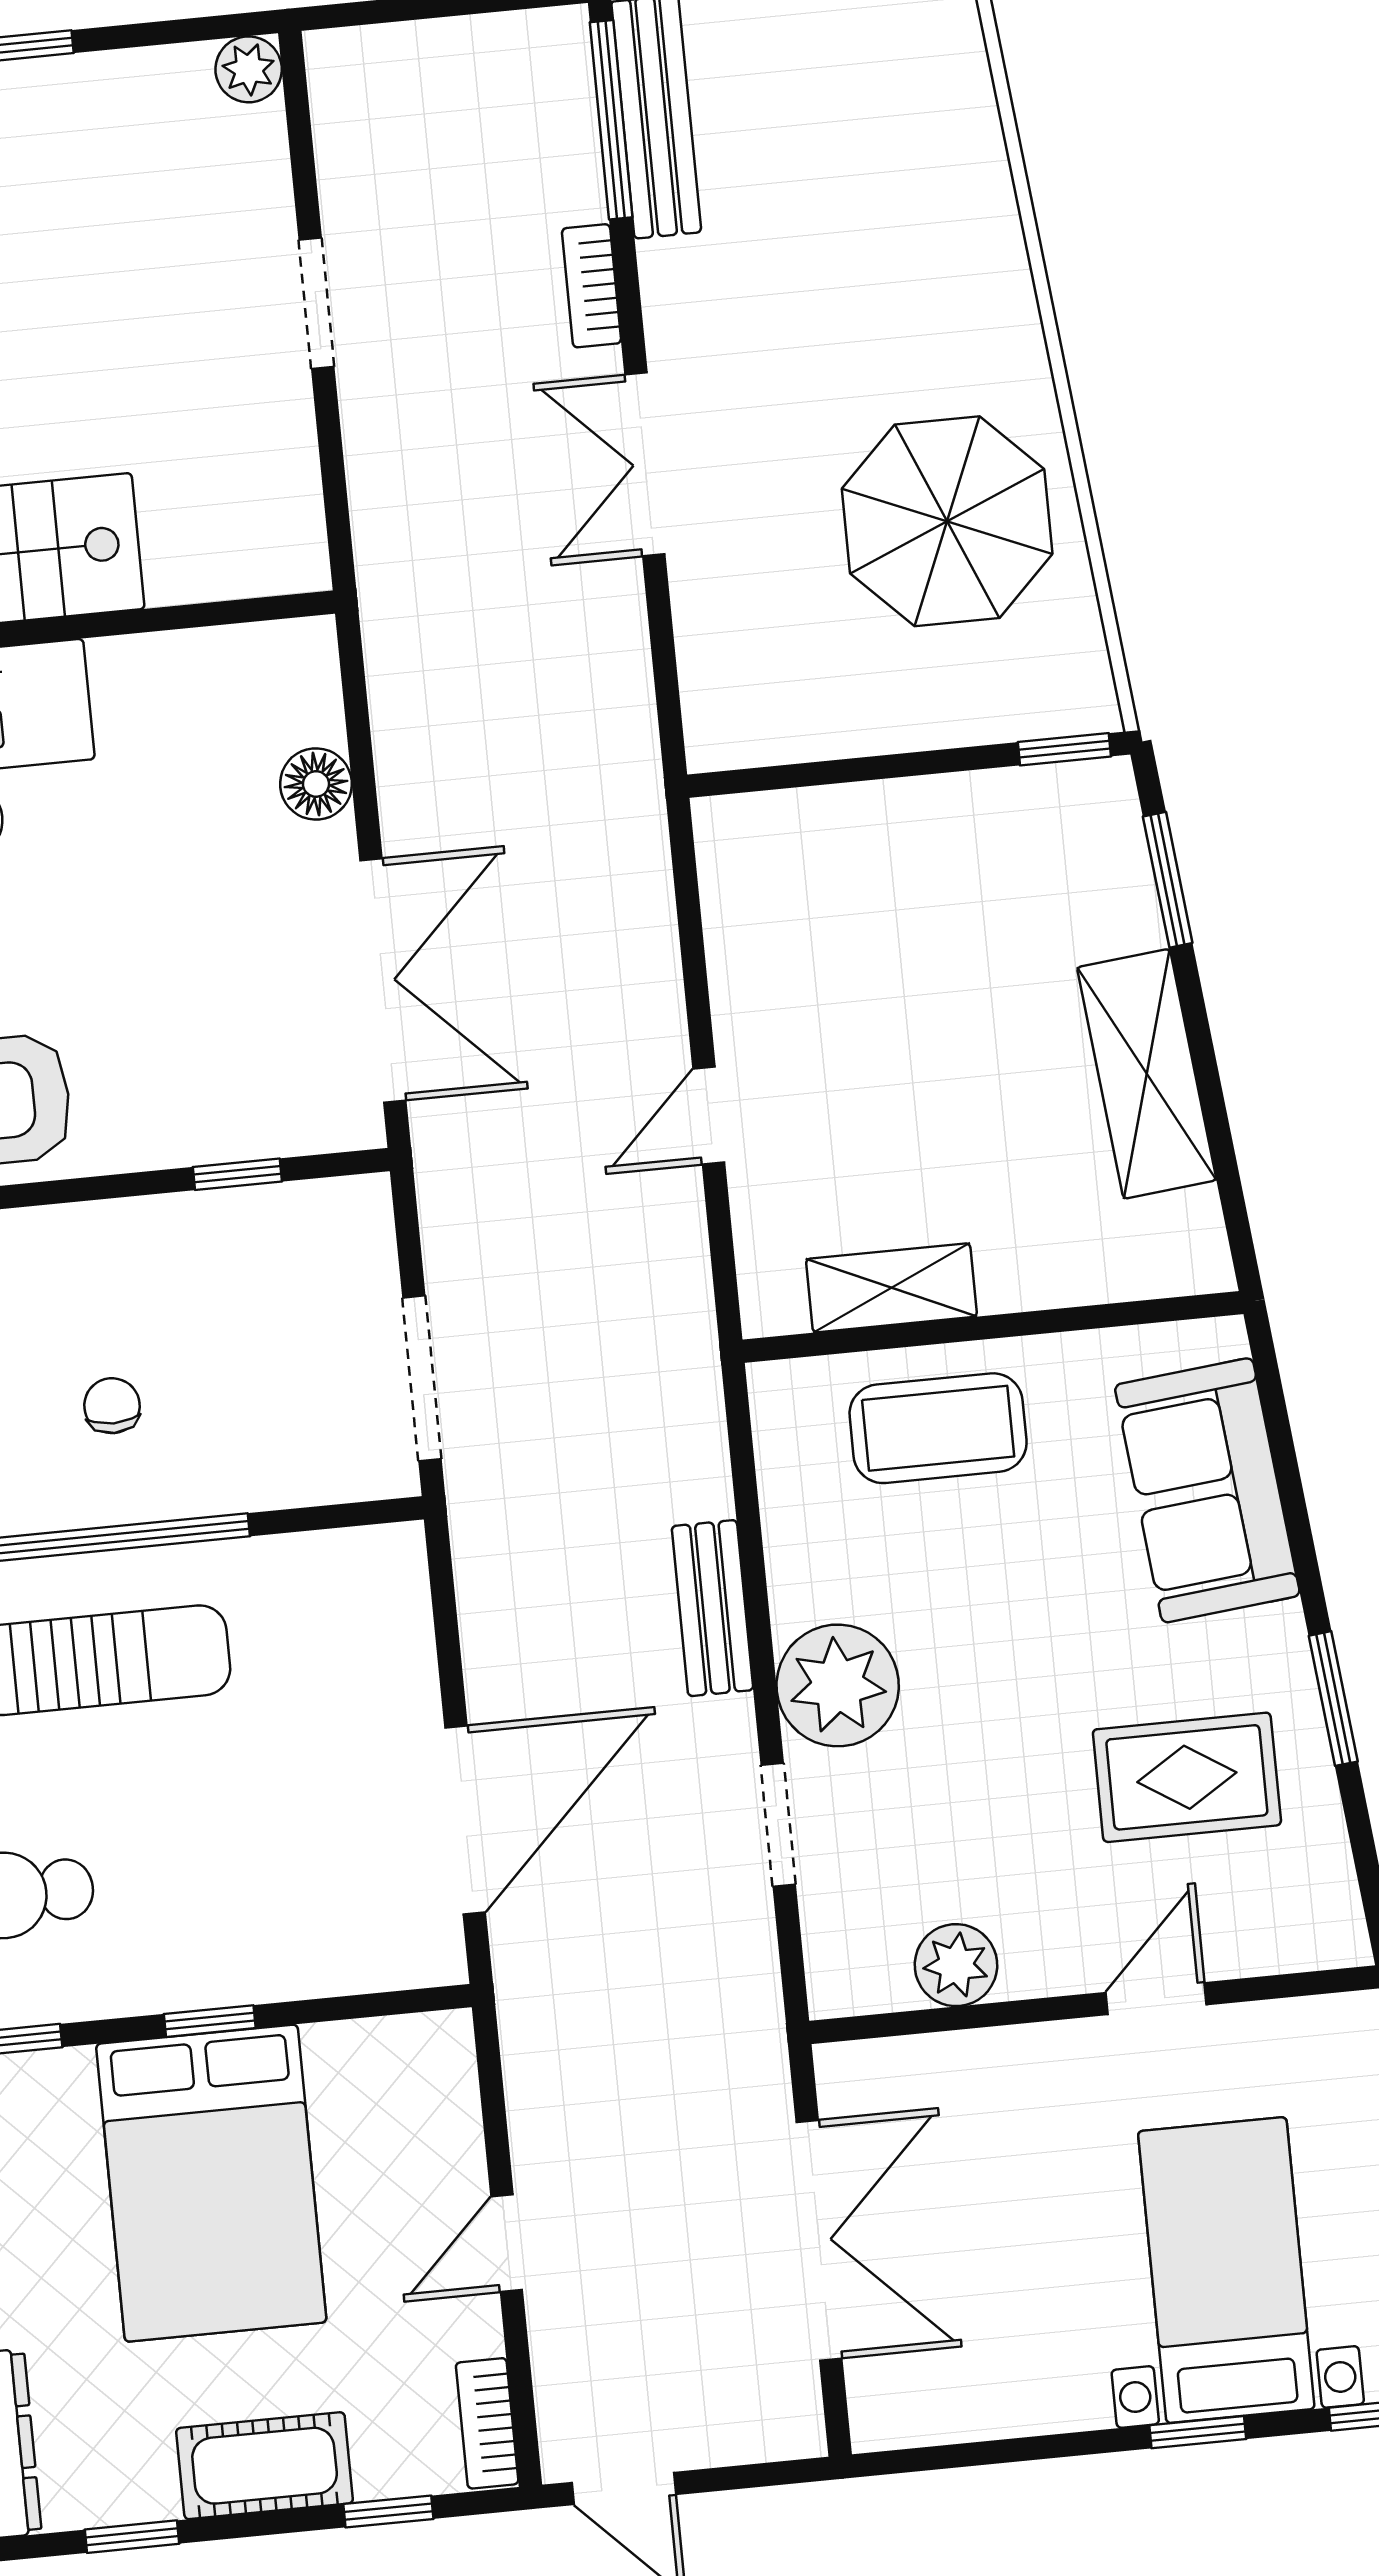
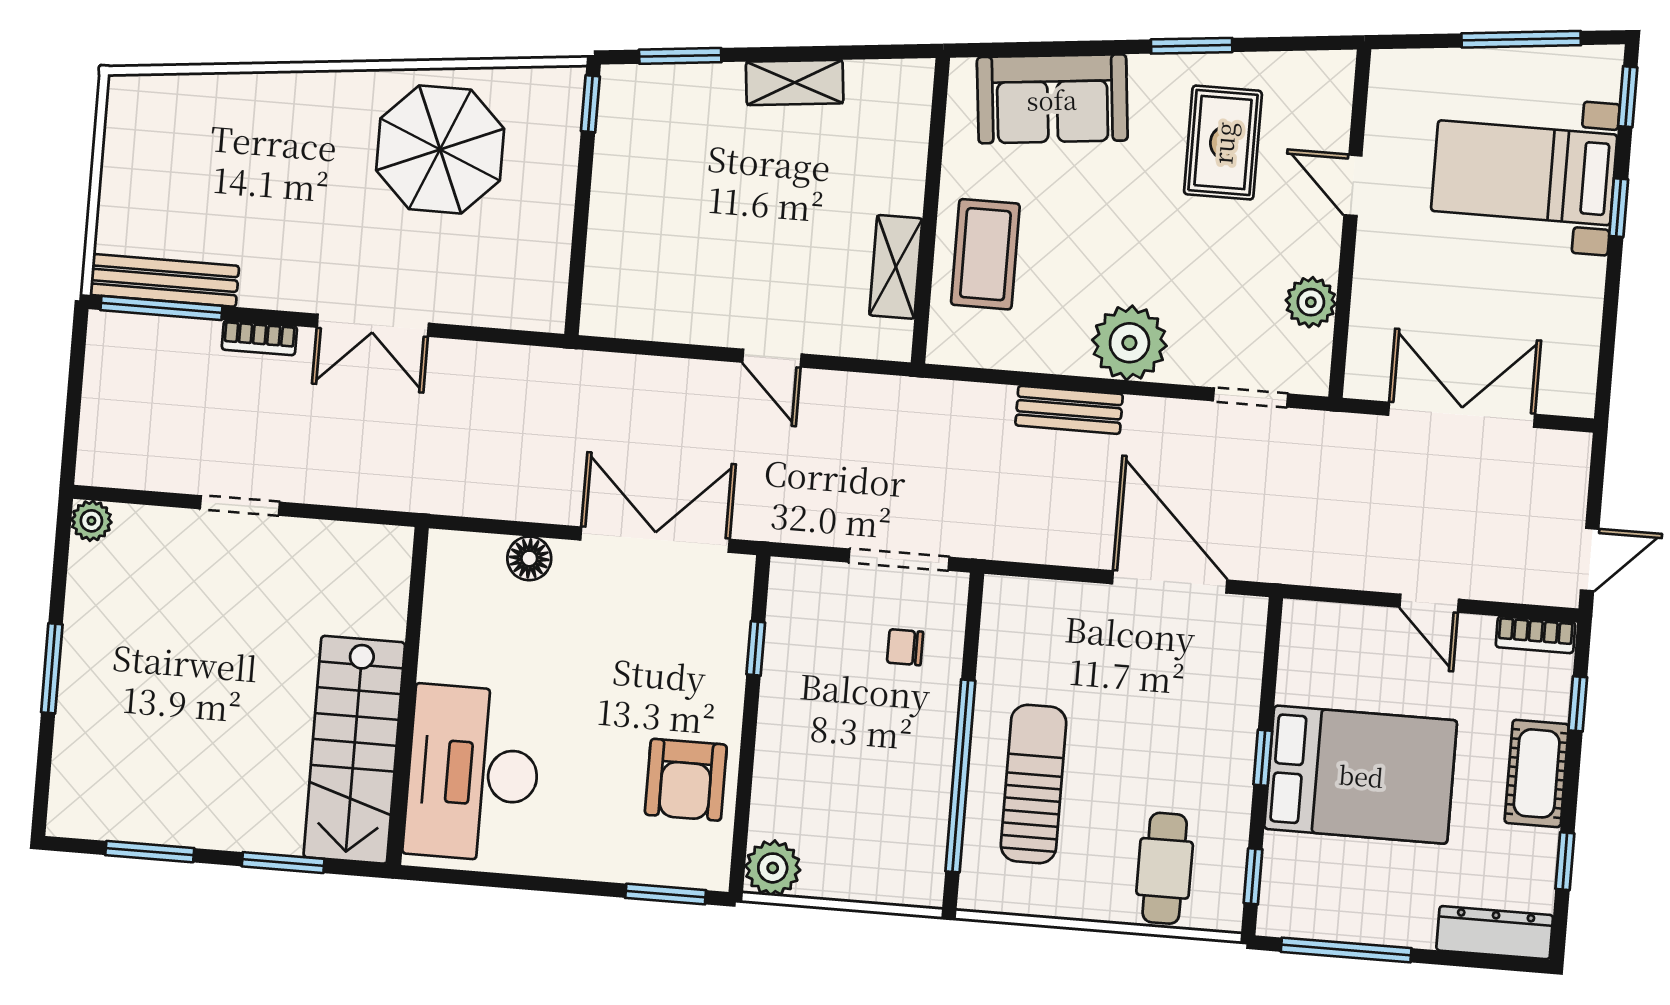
shelving: (1147, 1074) -> (795, 82), width x0.67, depth x0.75
chair: (112, 1406) -> (905, 647), moved
doorway: (778, 1825) -> (1250, 397), moved

